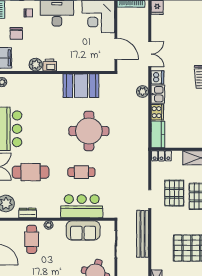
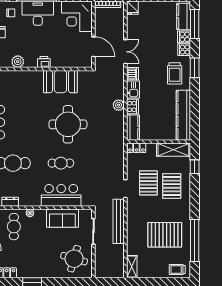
printer: (50, 65) -> (44, 62), moved
plant: (143, 92) -> (119, 105), moved

